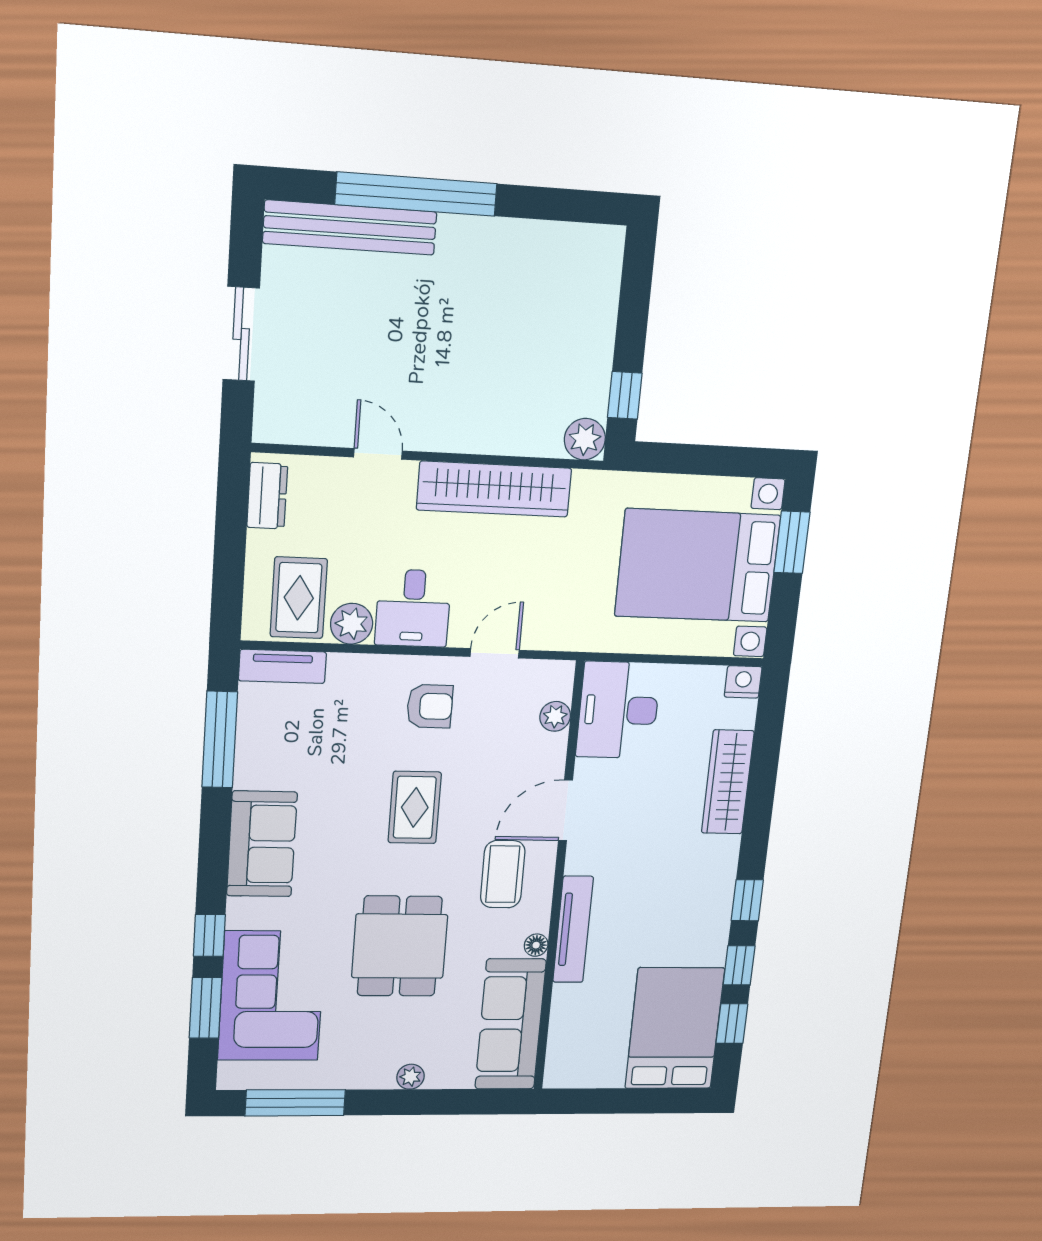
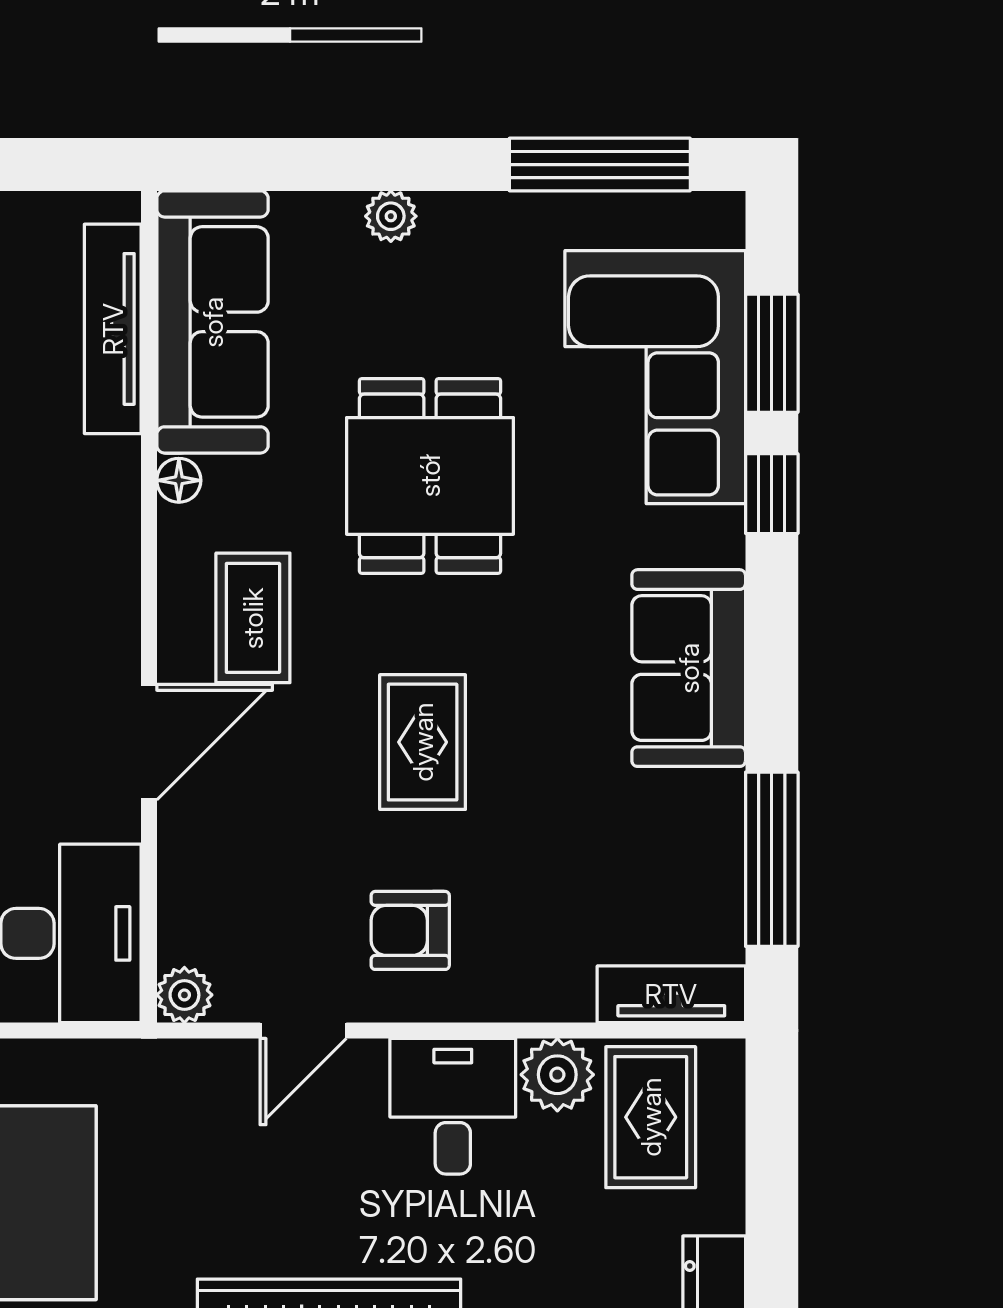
plant: (555, 716) -> (184, 995), moved
tv unit: (573, 929) -> (113, 329), moved

